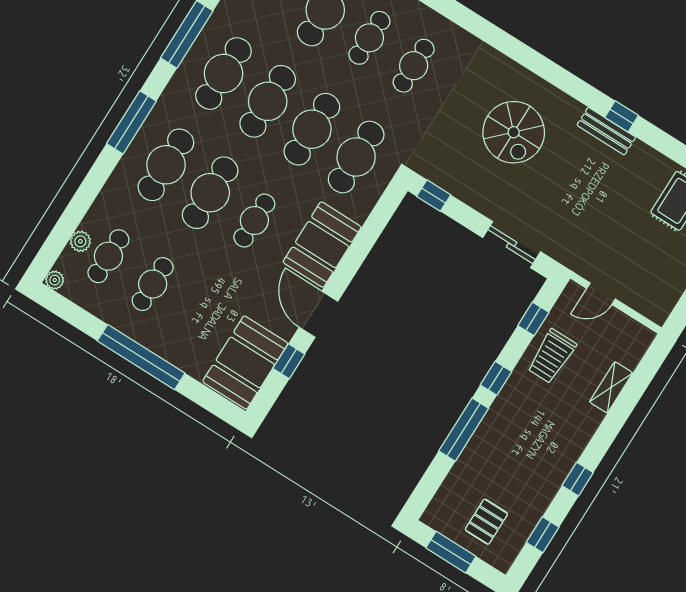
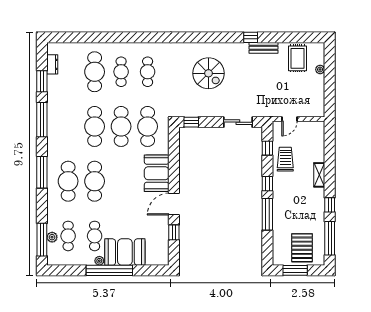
cafe table: (223, 73) -> (68, 126), removed
bench: (606, 131) -> (263, 48), moved
cafe table: (254, 221) -> (121, 181), removed
window: (61, 235) -> (42, 240), added
plant: (55, 280) -> (99, 261), moved
door: (318, 314) -> (174, 204), hinge flipped
trolley: (552, 356) -> (285, 159), turned 180
booth: (245, 362) -> (125, 252), moved, turned 90
shelving: (611, 387) -> (319, 175), moved
pallet: (486, 522) -> (302, 248), width x1.50, depth x1.42
window: (543, 535) -> (330, 238), width x2.17

